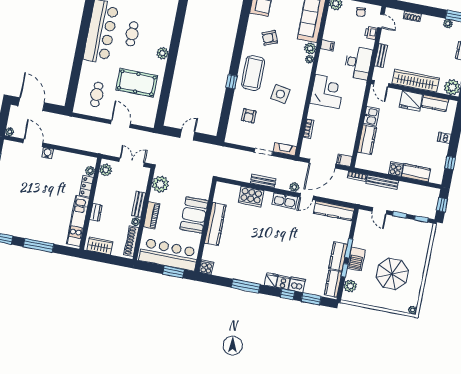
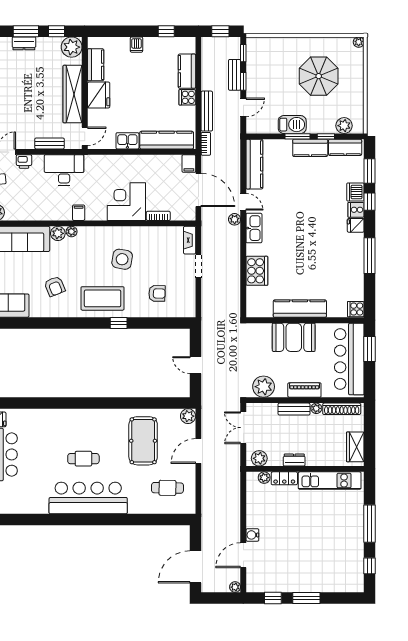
filing cabinet: (327, 45) -> (79, 213), moved
plant: (162, 53) -> (188, 416), moved
corner desk: (327, 91) -> (126, 202), moved
kitchen counter: (367, 140) -> (167, 140), width x1.50
bench: (263, 181) -> (235, 75), moved
dresser: (96, 212) -> (294, 460), moved
barbecue: (356, 259) -> (292, 125), moved

